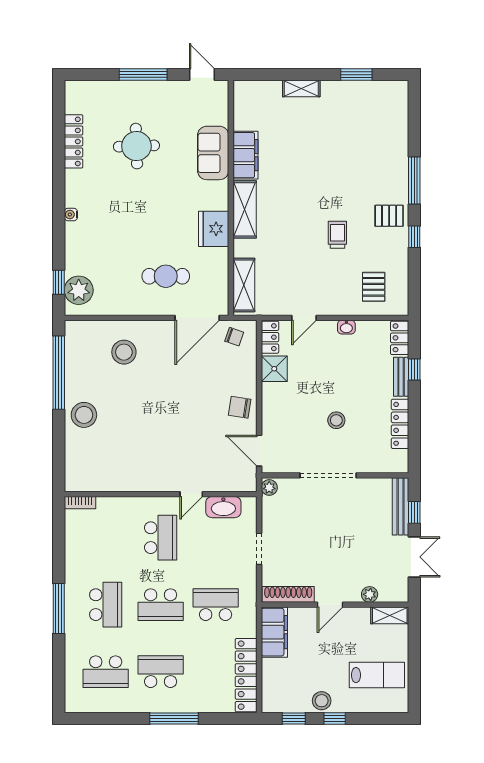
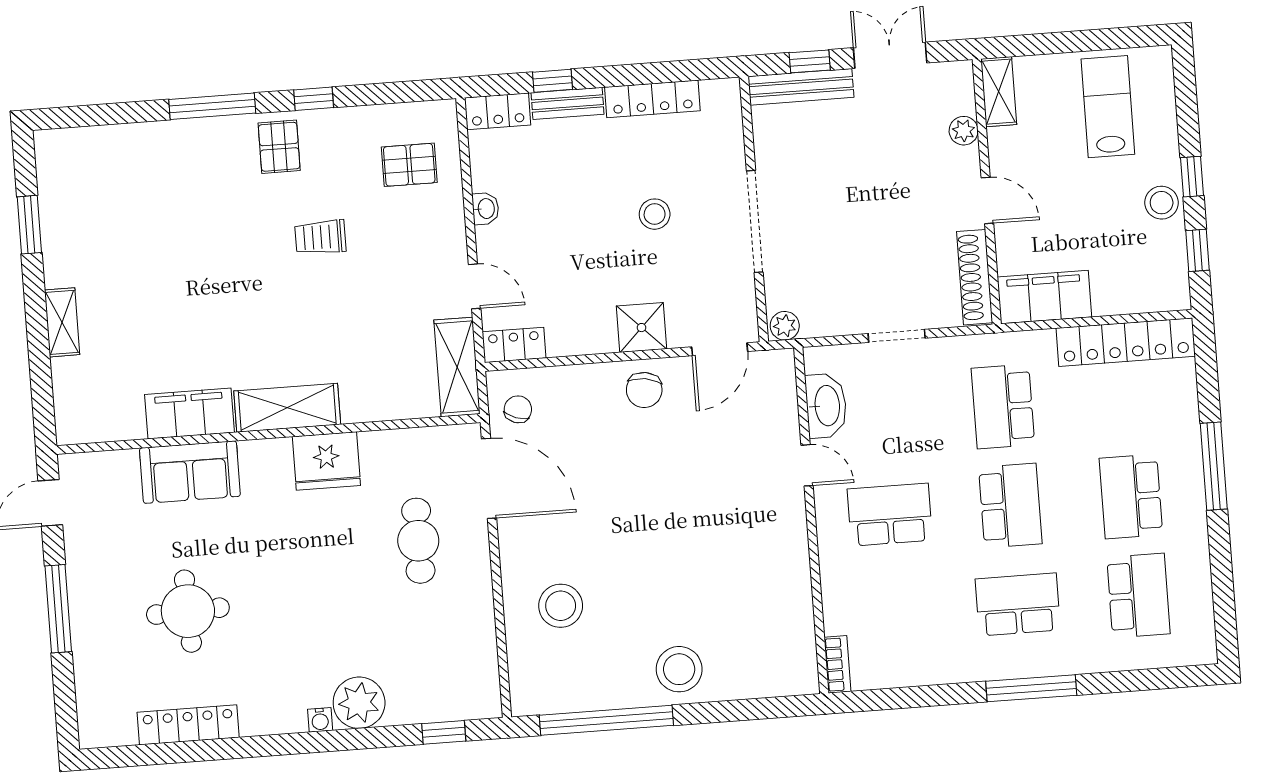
shelving: (244, 285) -> (457, 367), moved, turned 90
plant: (79, 290) -> (359, 703), moved
shower: (274, 369) -> (641, 328), moved

